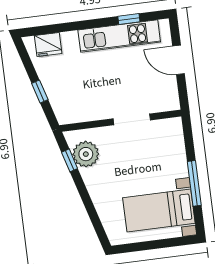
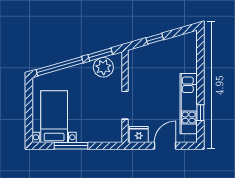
fridge: (48, 45) -> (139, 134), moved, turned 90
window: (70, 160) -> (100, 55), width x1.50
window: (92, 212) -> (60, 66), added

